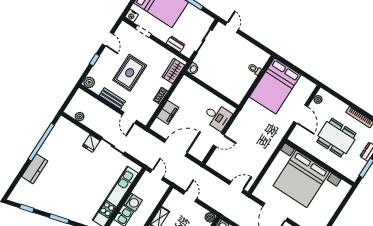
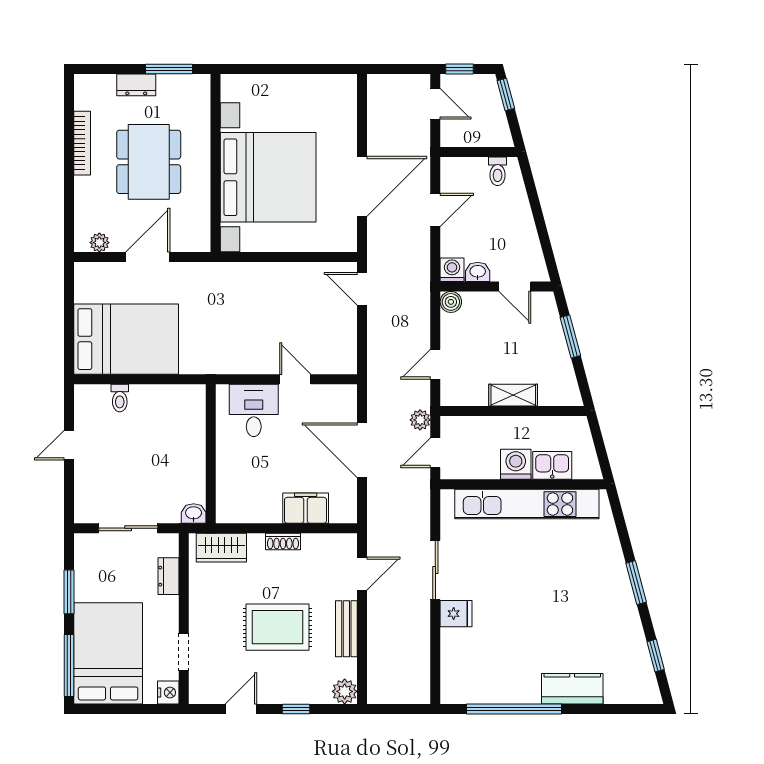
door: (232, 27) -> (69, 445), moved
plant: (80, 117) -> (420, 420), moved

